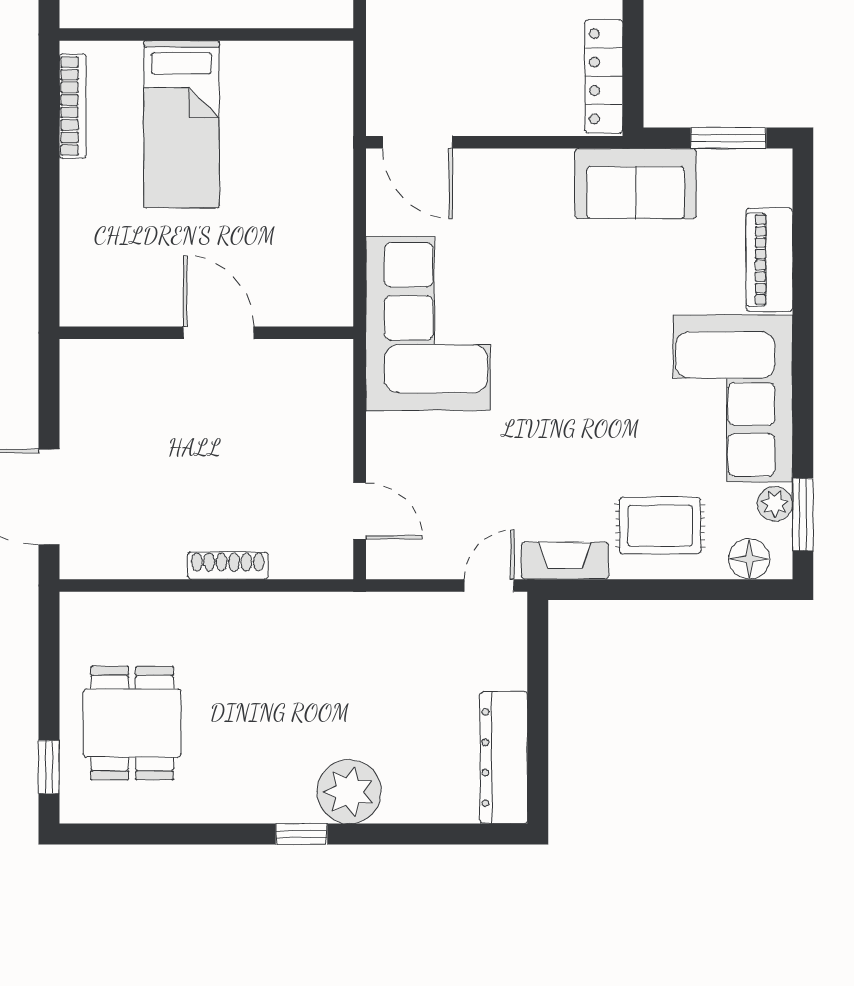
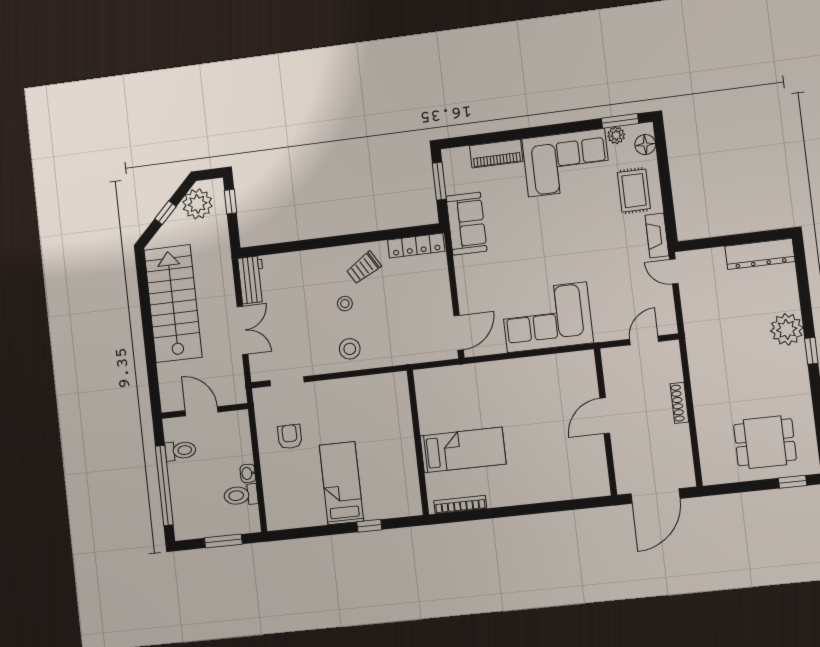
wall: (206, 333) -> (605, 422), moved
door: (219, 333) -> (605, 416), moved

